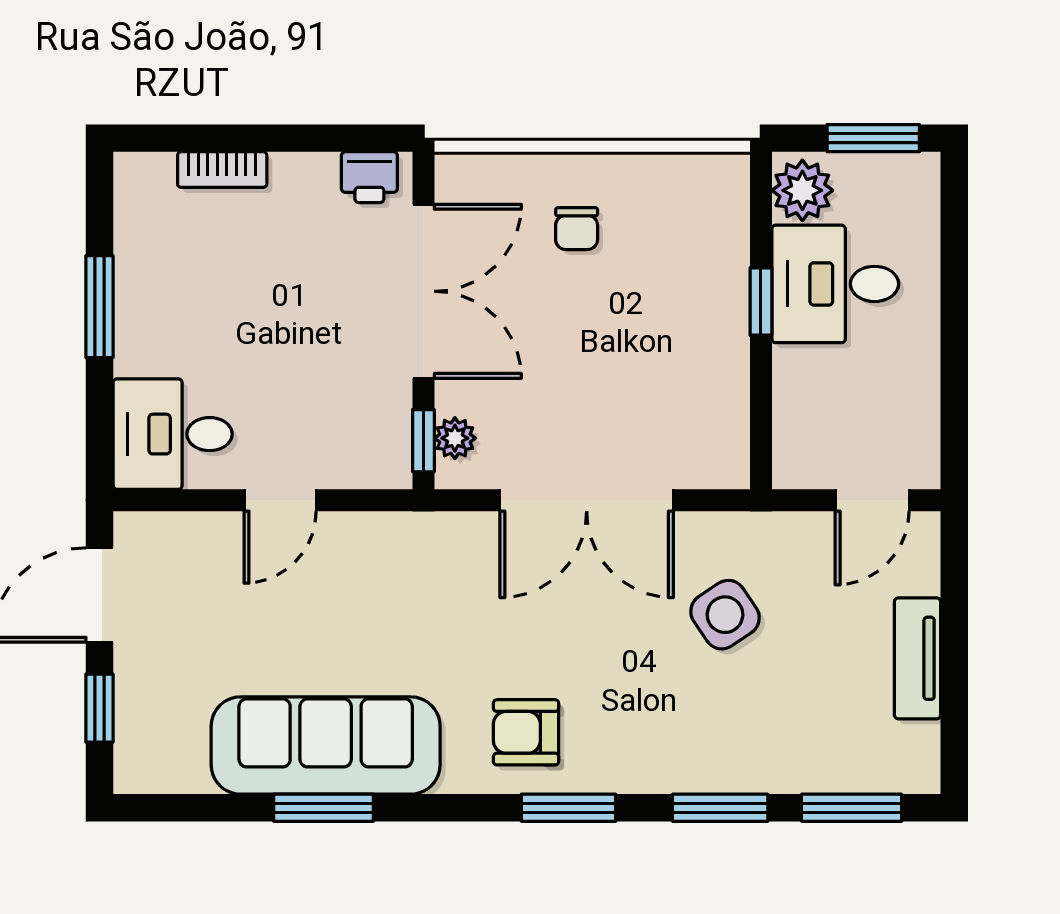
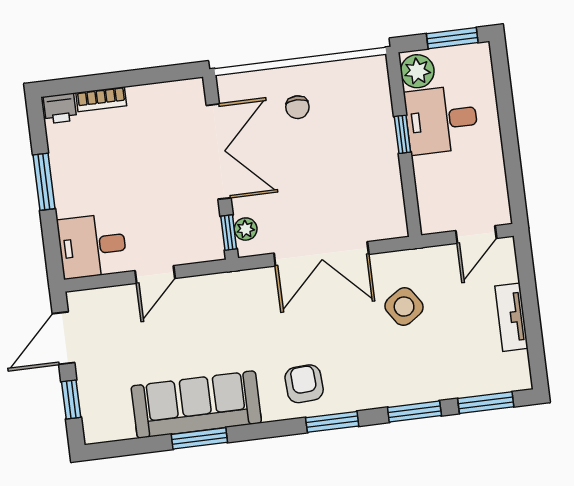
printer: (369, 177) -> (60, 108), moved
armchair: (526, 732) -> (304, 384), turned 87

